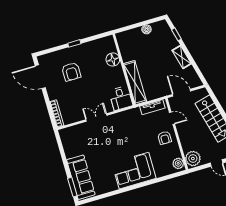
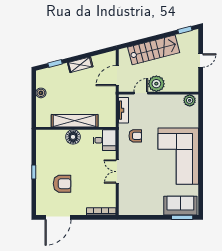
floor lamp: (113, 60) -> (73, 137), moved
shelving: (135, 83) -> (75, 121), moved
armchair: (165, 138) -> (135, 136), moved
plant: (193, 159) -> (156, 84), moved
corner sofa: (134, 171) -> (178, 156), width x1.36, depth x1.36
sofa: (81, 177) -> (180, 206), width x0.73

